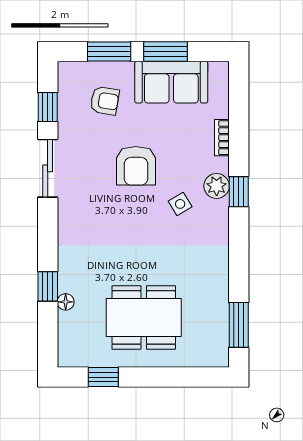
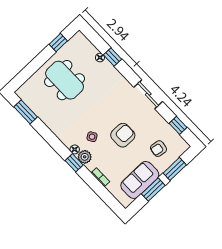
armchair: (136, 166) -> (123, 135), turned 90
sliding door: (48, 168) -> (148, 94), moved
floor lamp: (221, 209) -> (75, 149), added
dining table: (144, 317) -> (65, 80), turned 90

